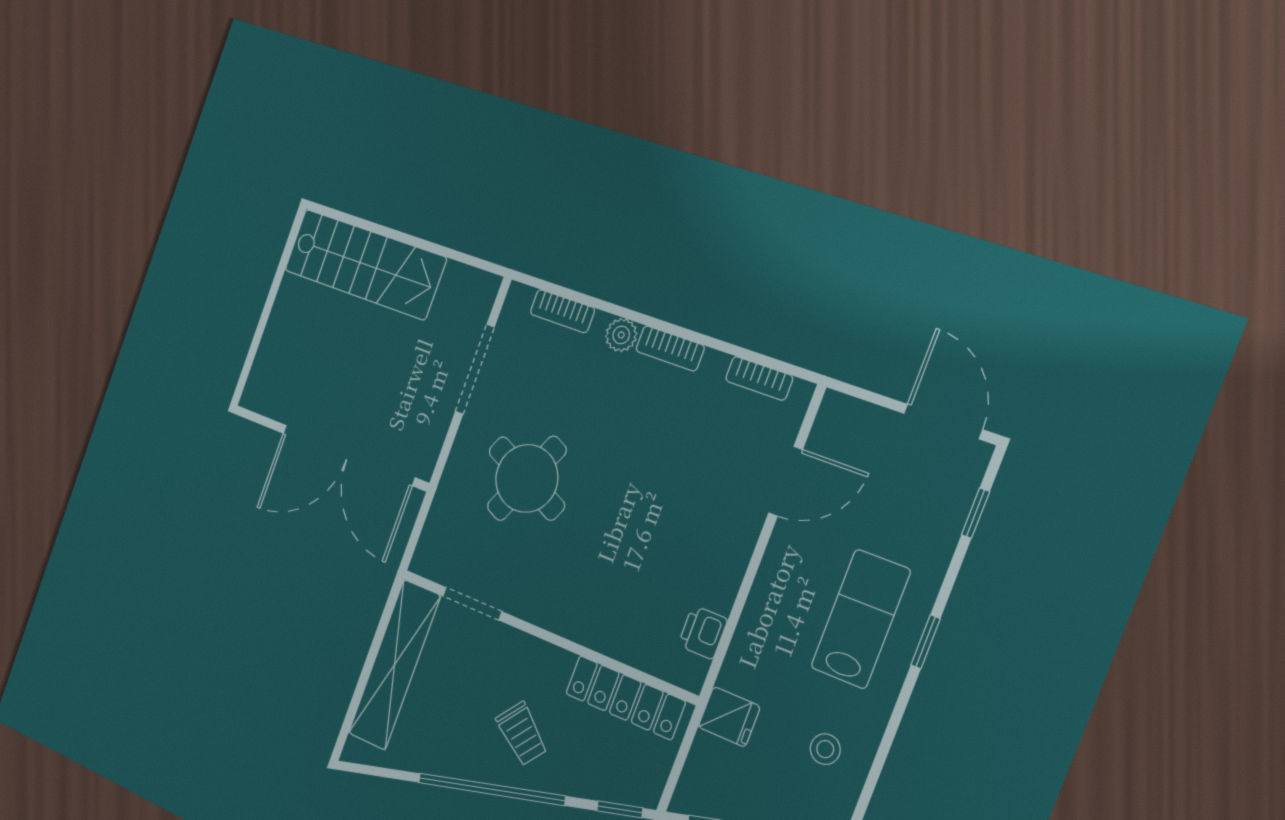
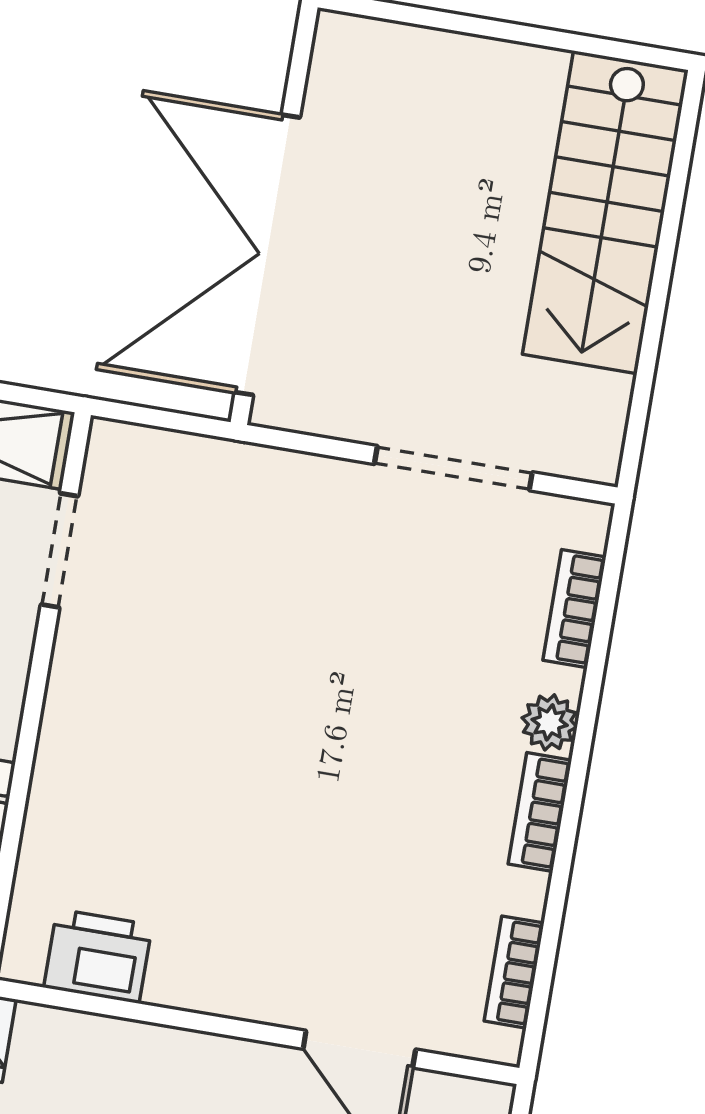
round table: (527, 478) -> (286, 605), removed
printer: (703, 632) -> (98, 956), width x1.36, depth x1.24

